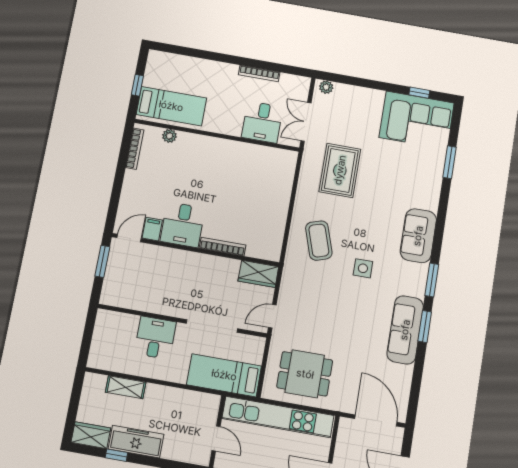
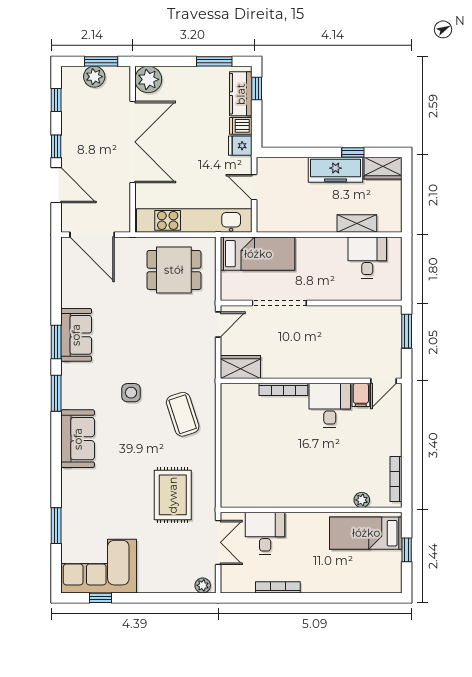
window: (102, 261) -> (407, 331), moved
sofa: (405, 330) -> (76, 335), width x0.73
desk: (155, 338) -> (367, 257), moved, turned 180

